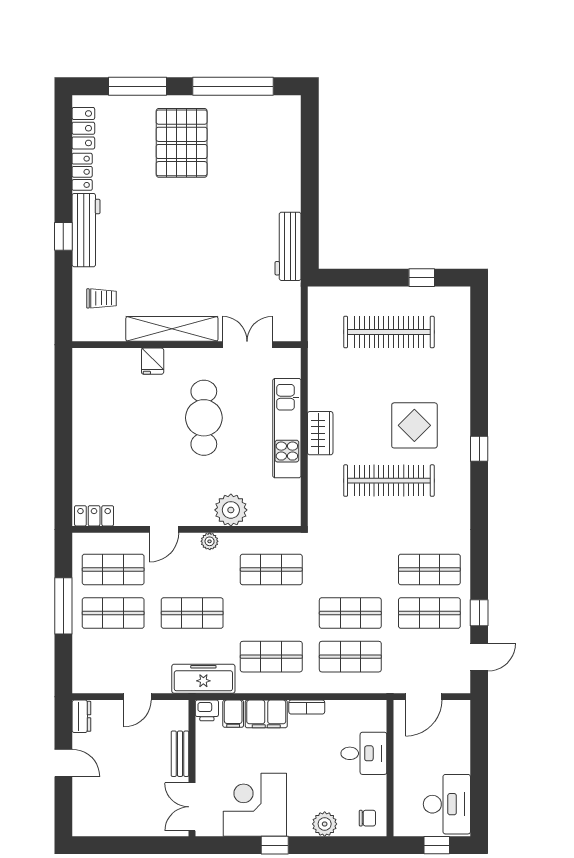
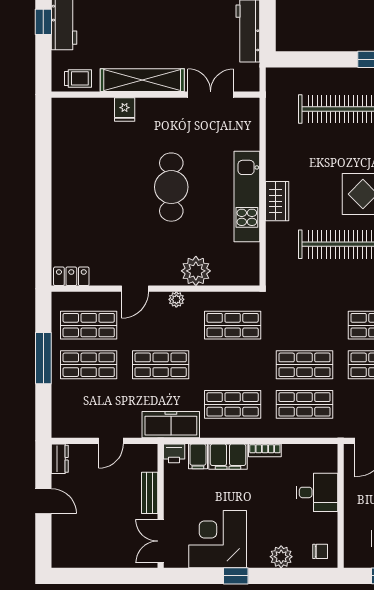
shelving: (172, 329) -> (142, 80), moved
wall: (187, 345) -> (156, 95), moved
double door: (247, 345) -> (211, 95), moved
fridge: (153, 361) -> (125, 109), moved

